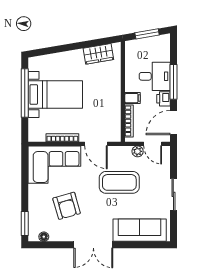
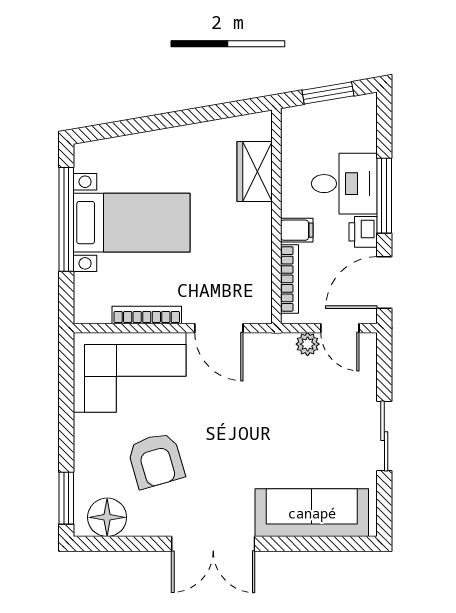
wardrobe: (98, 54) -> (255, 171), moved, turned 100
coffee table: (119, 182) -> (269, 410), removed
floor lamp: (44, 237) -> (107, 517), width x1.89, depth x1.89

